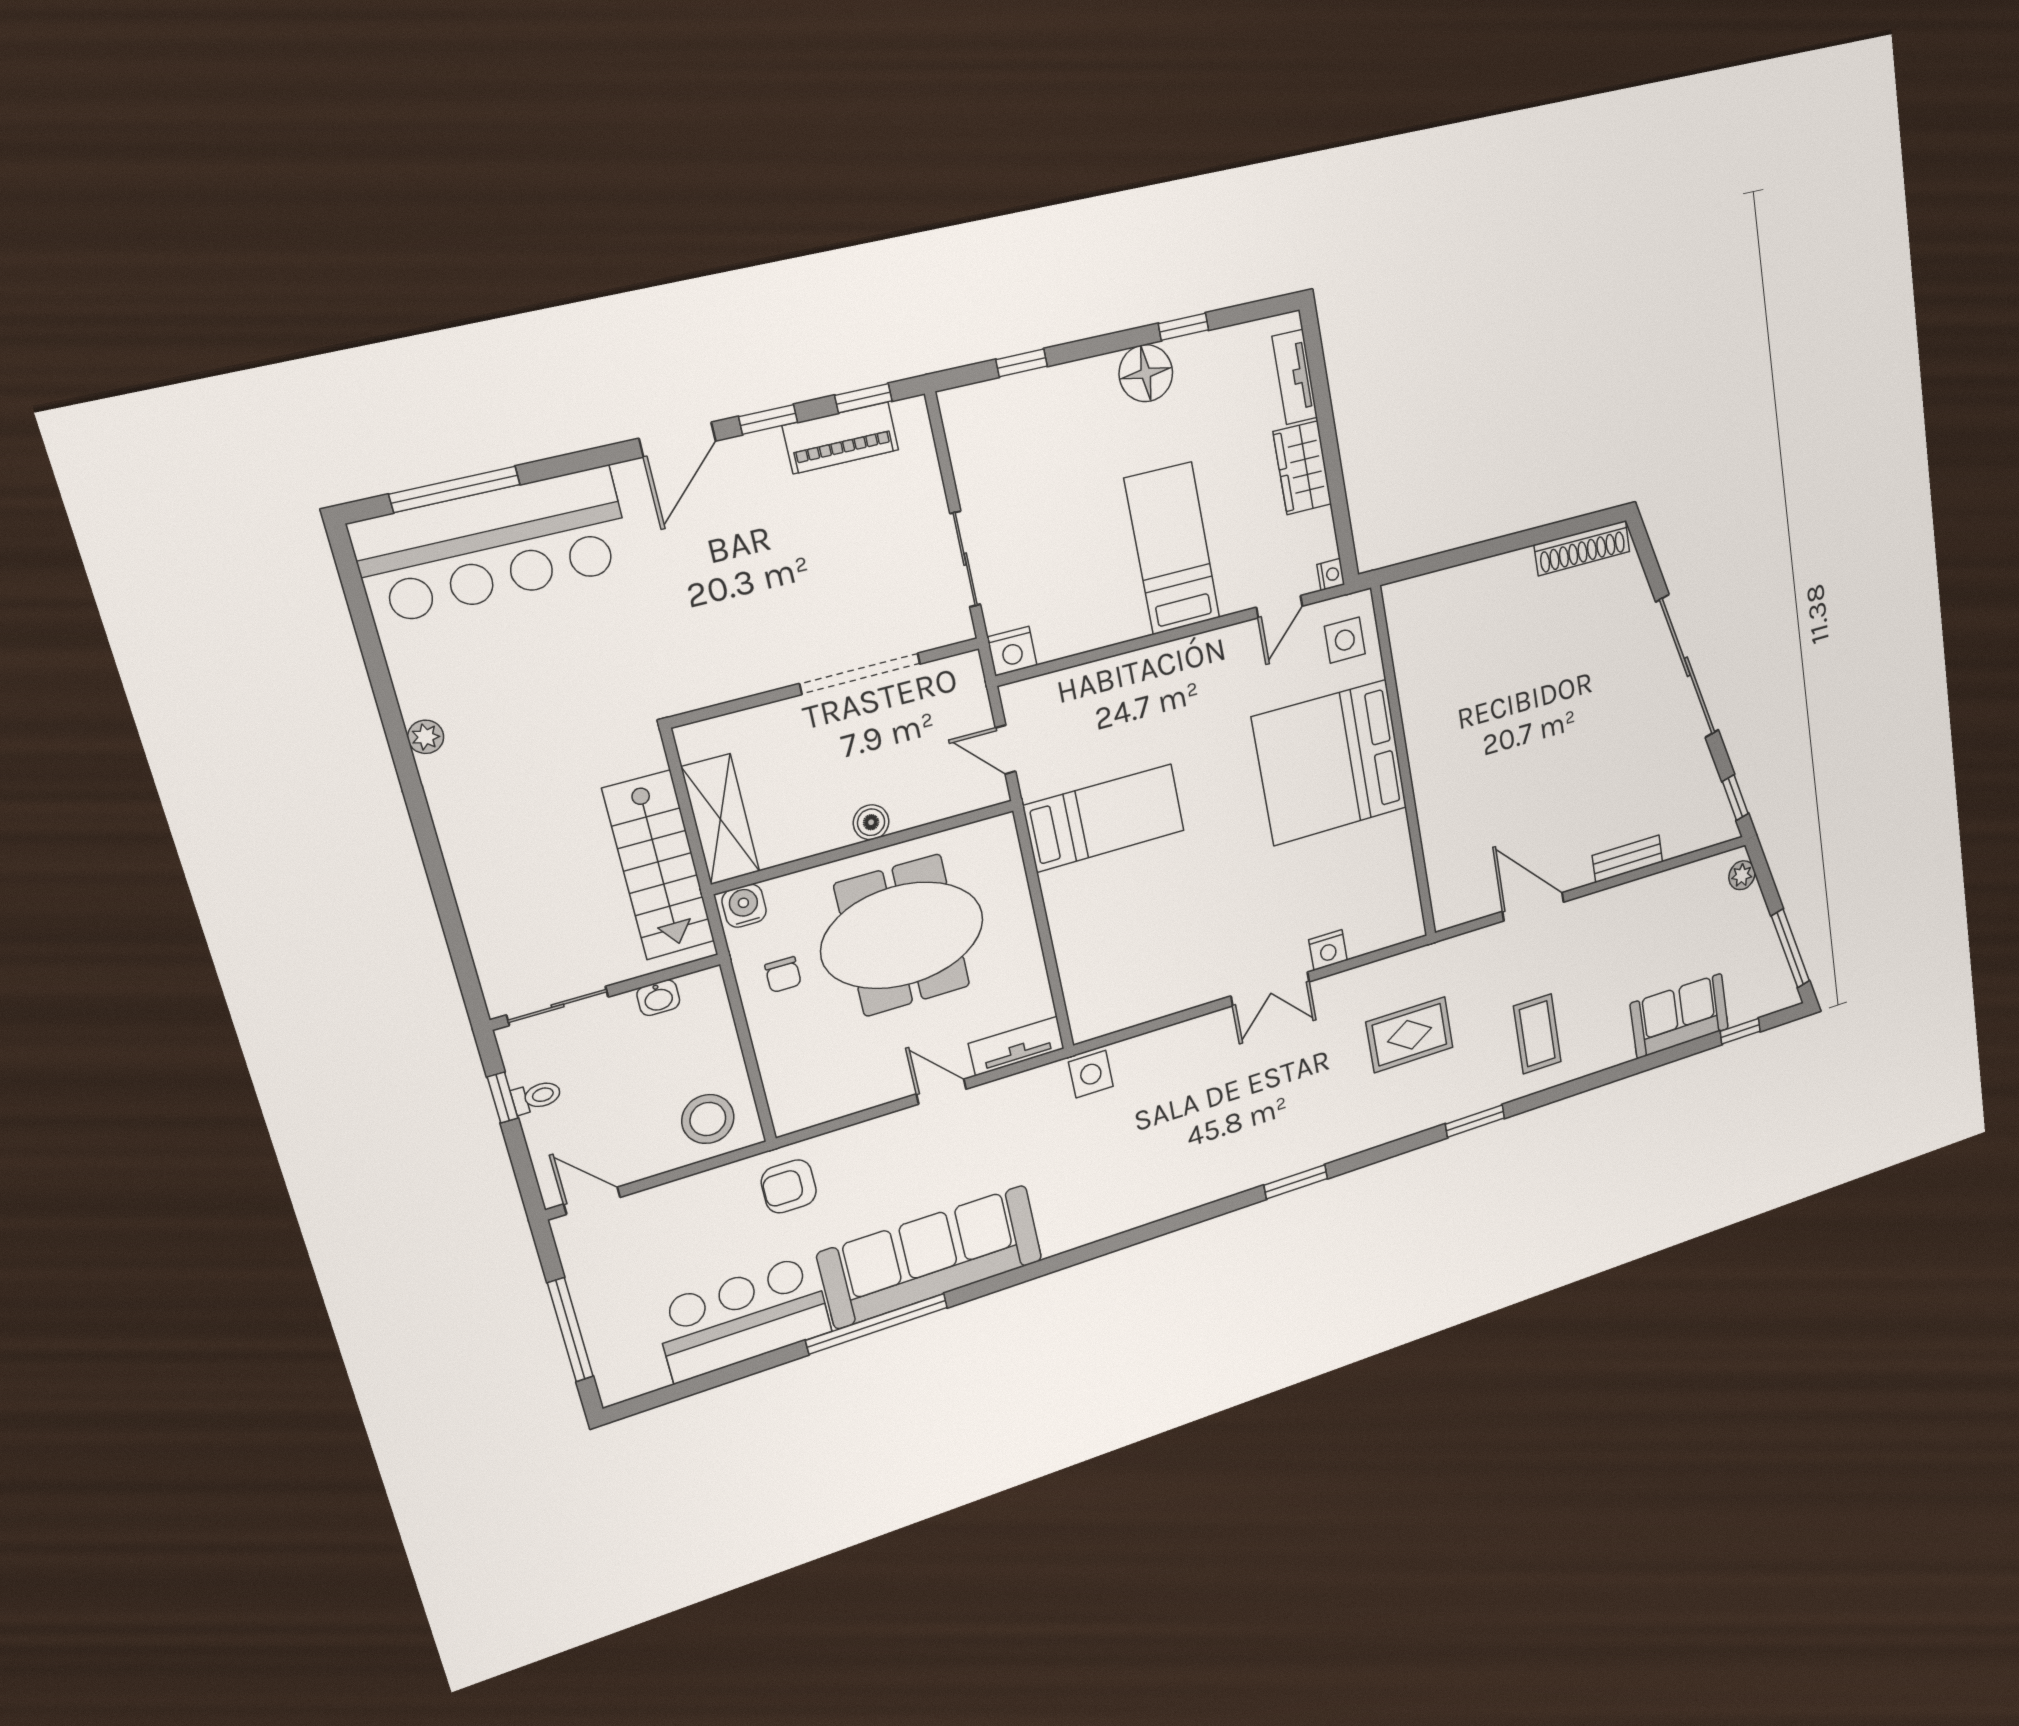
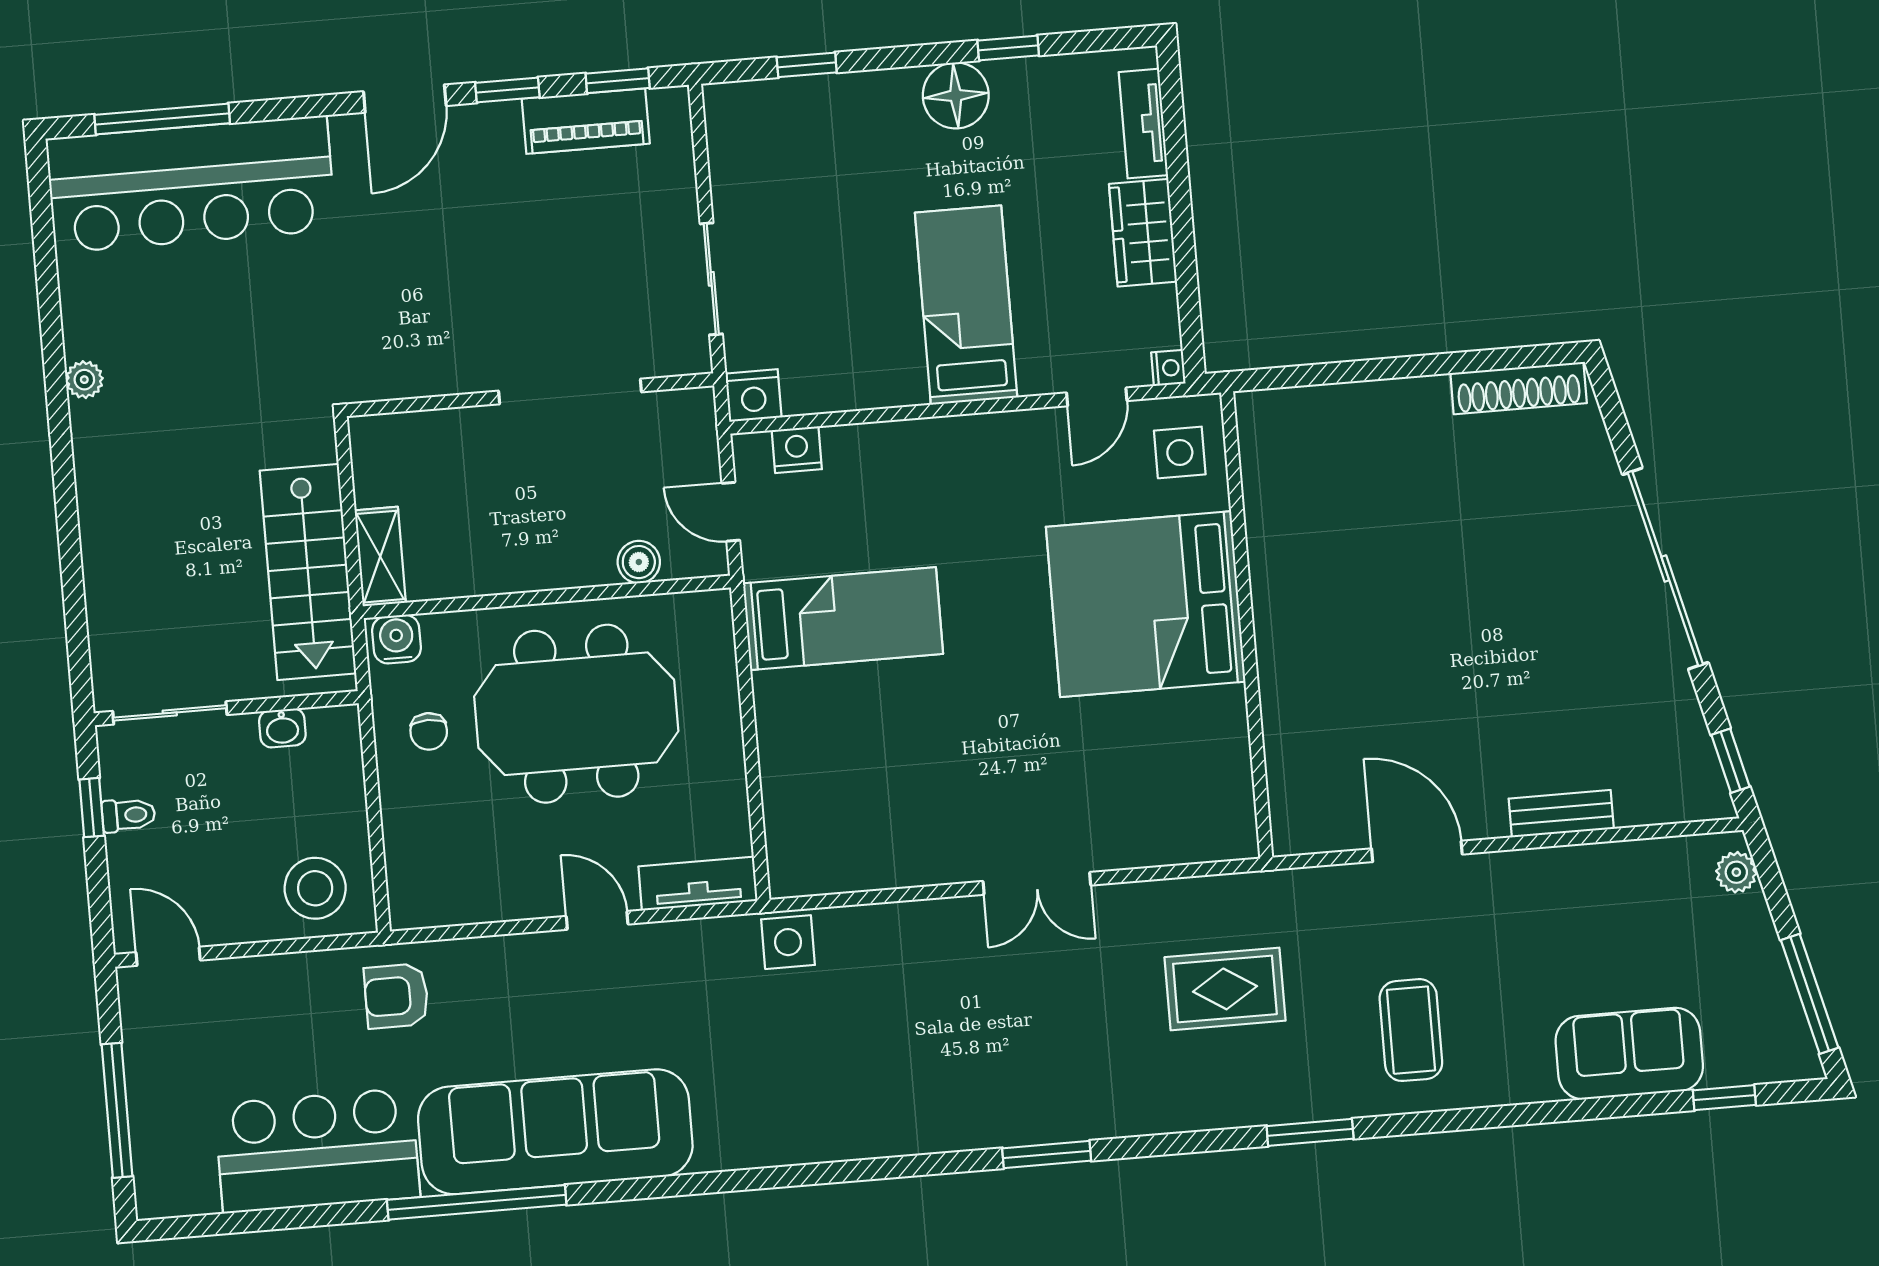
shelving: (720, 819) -> (380, 557), width x0.67, depth x0.75
boiler: (871, 822) -> (639, 562), moved
nightstand: (1328, 950) -> (797, 450), moved, turned 180

